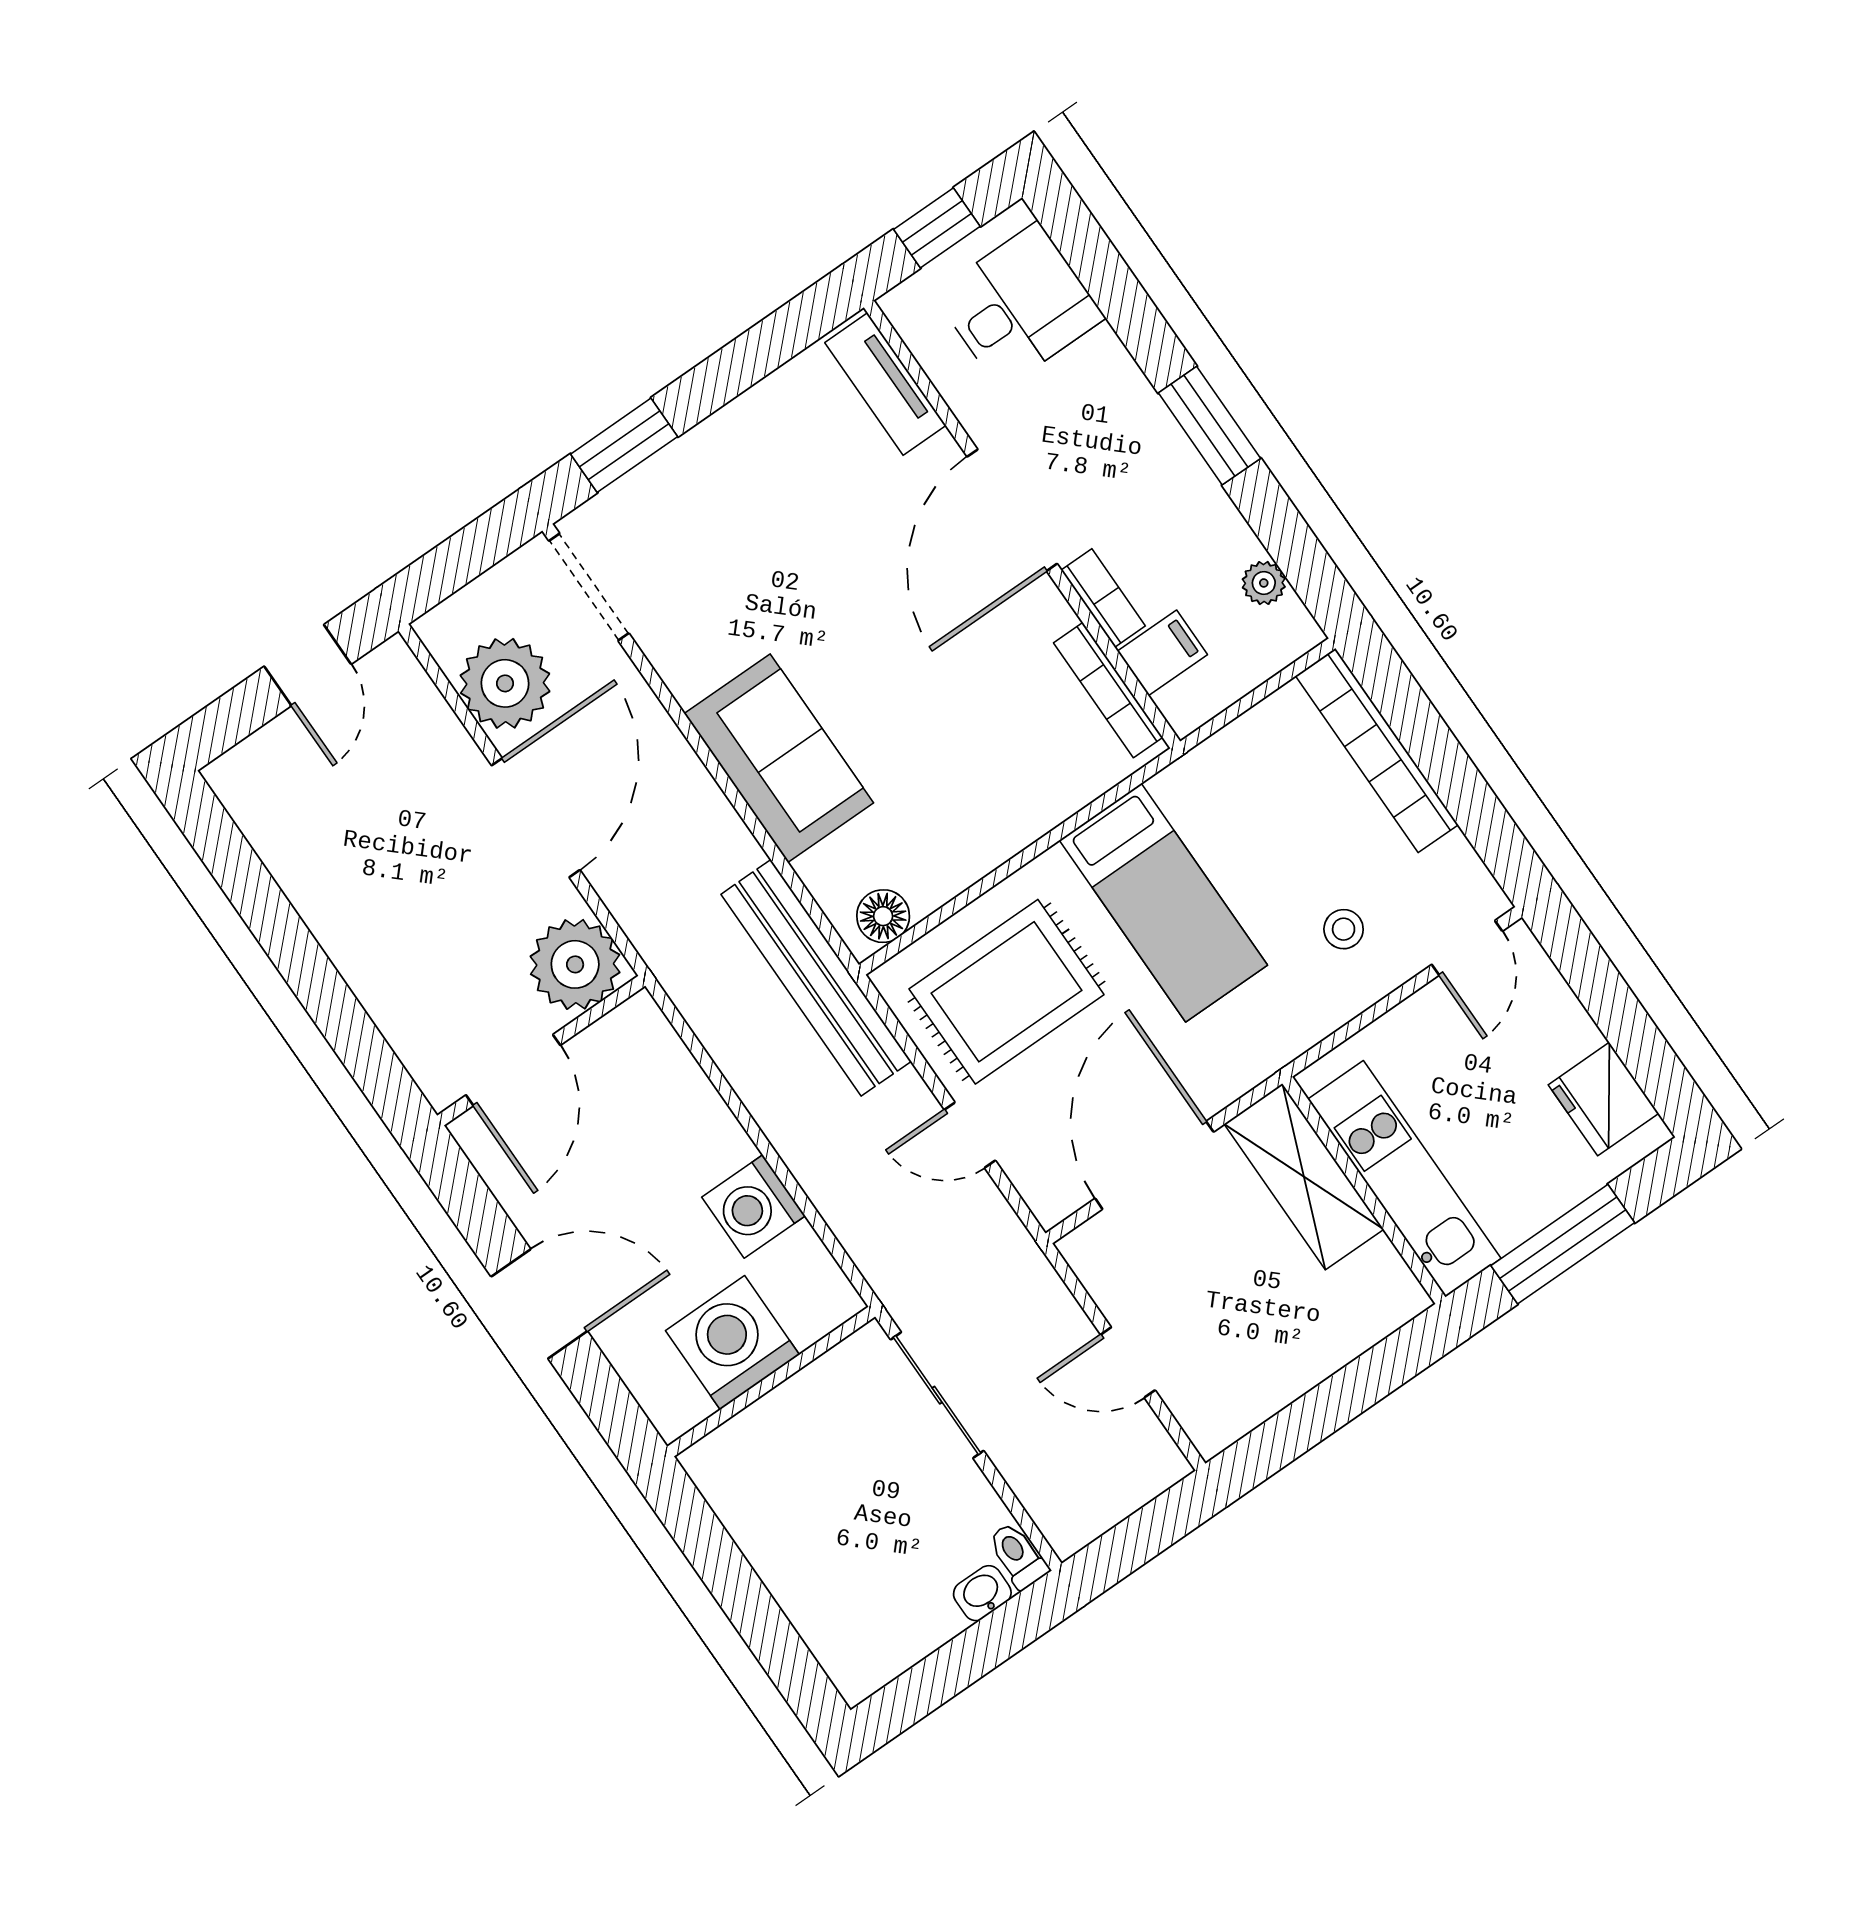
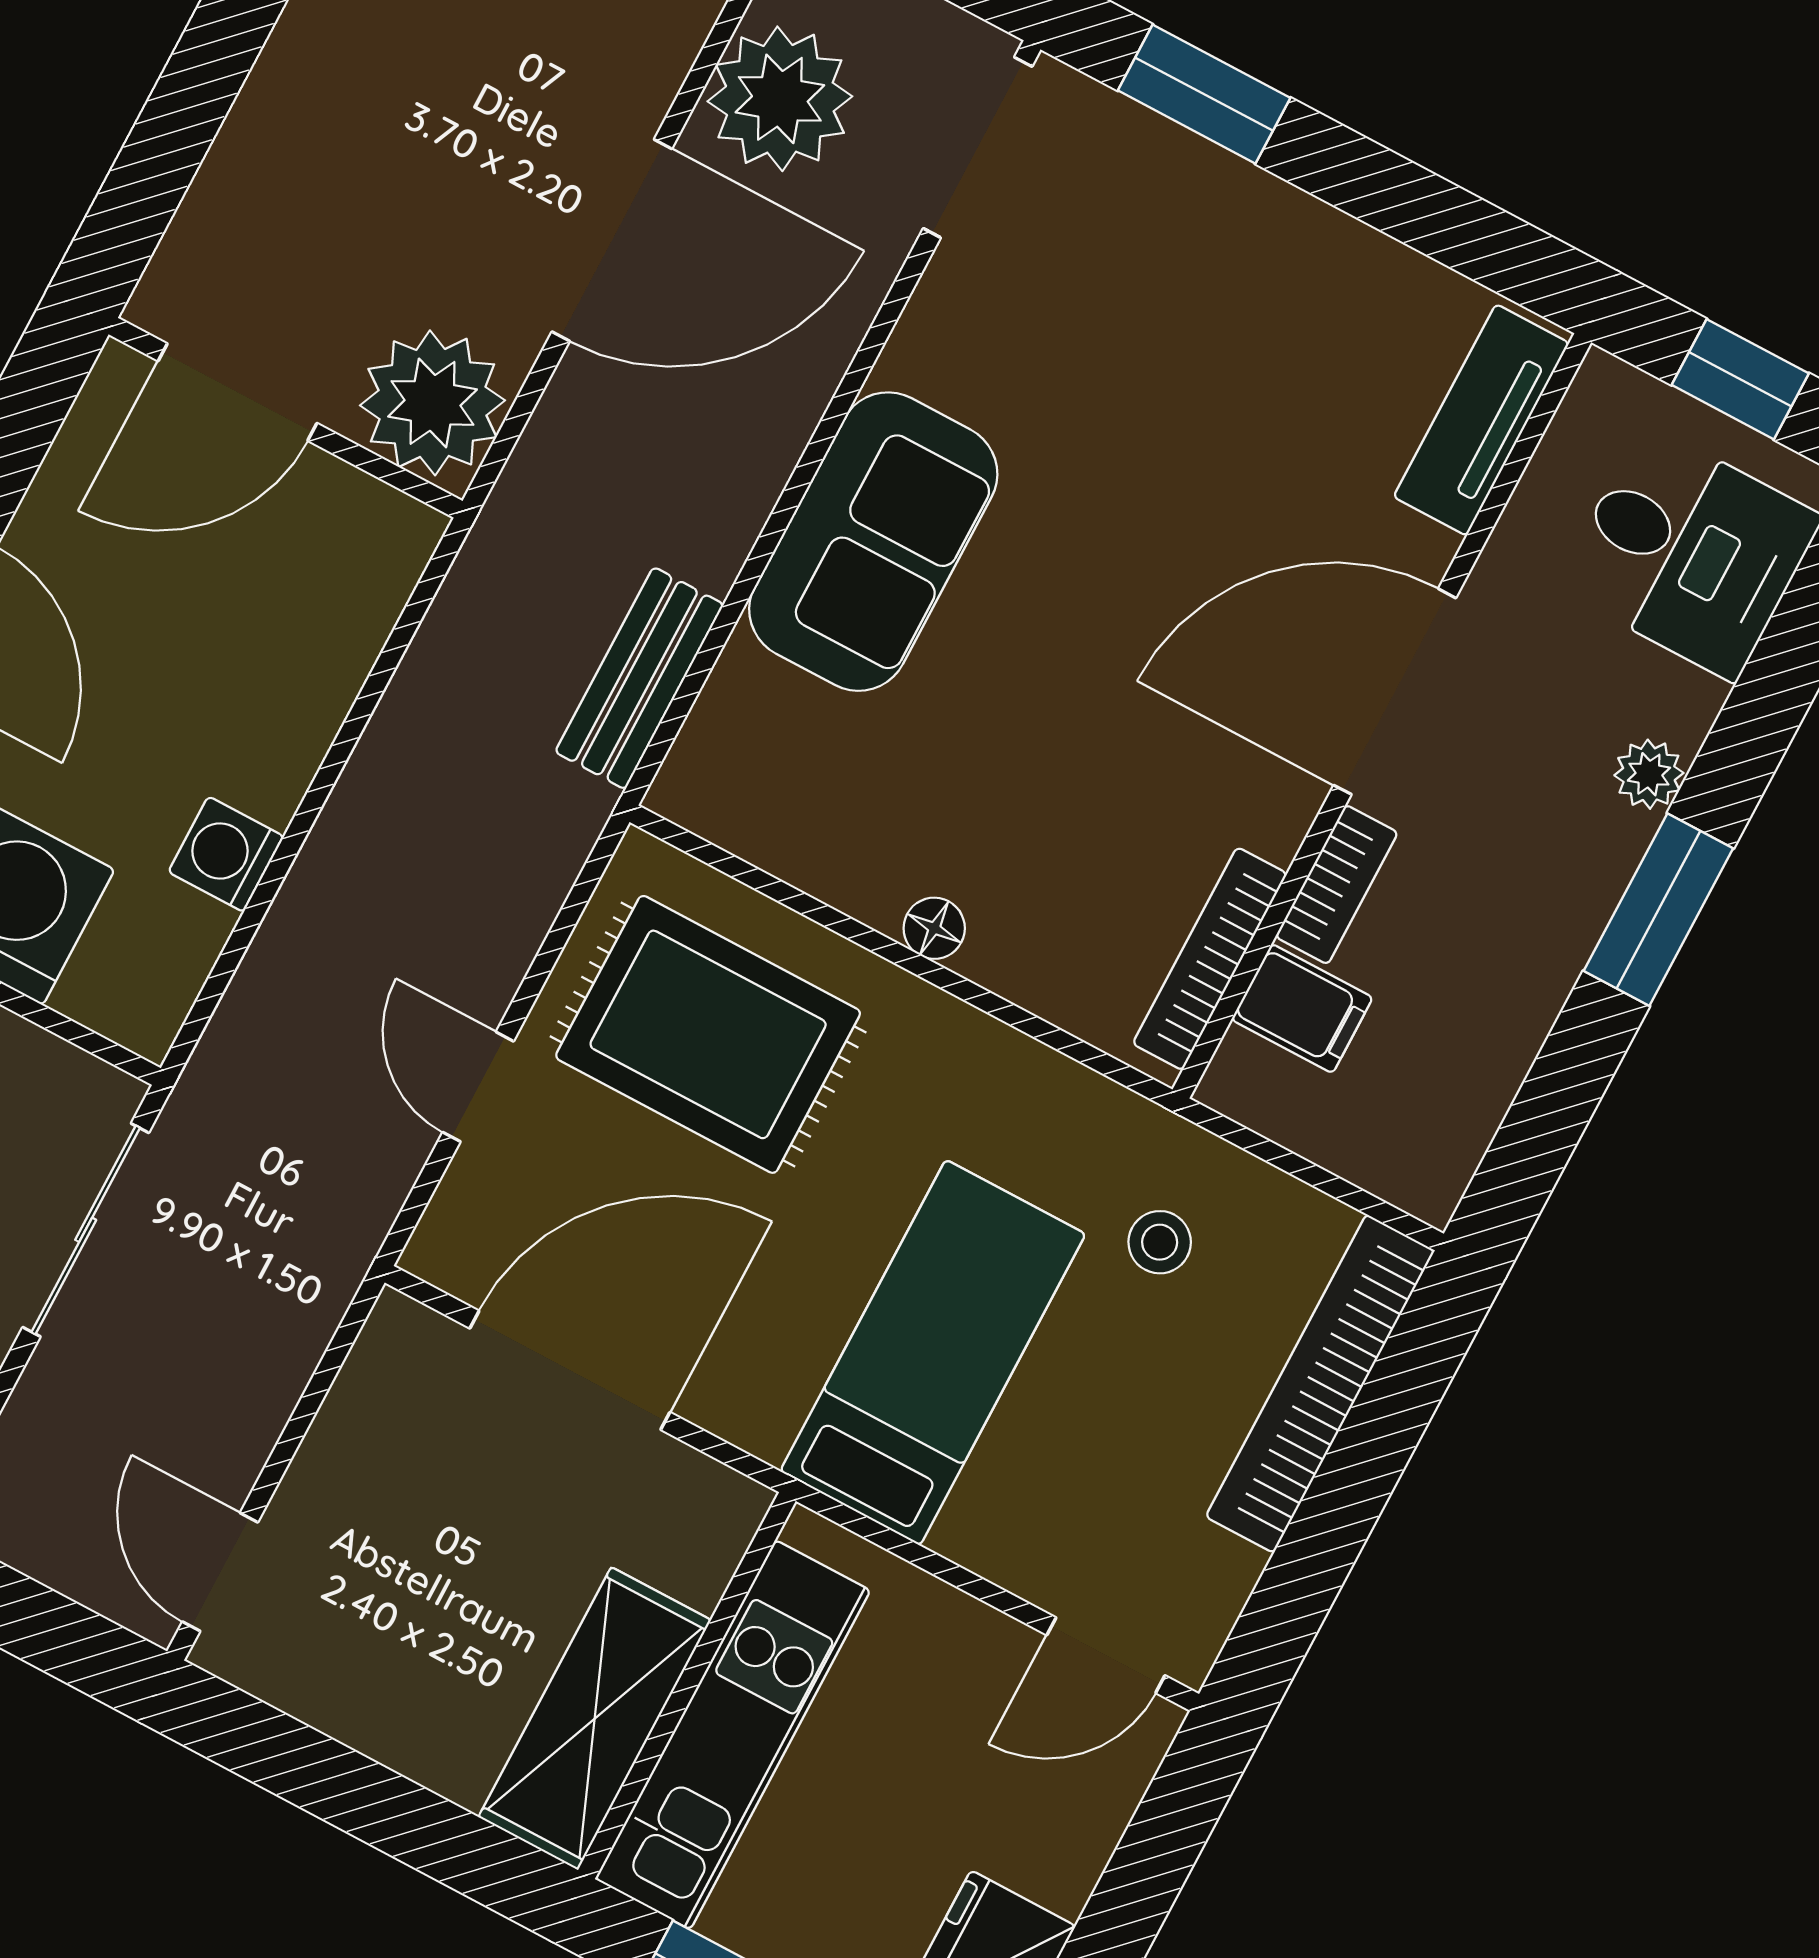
plant: (1264, 583) -> (1649, 774), moved
bed: (1163, 903) -> (933, 1353), moved, turned 180
floor lamp: (883, 916) -> (934, 928), moved, width x0.73, depth x0.73
stool: (1344, 929) -> (1160, 1242), moved
bench: (816, 978) -> (639, 678), width x0.54, depth x0.82
shelving: (1304, 1177) -> (595, 1719), moved
washing machine: (753, 1206) -> (226, 854), width x0.73, depth x0.73
door: (1128, 1362) -> (220, 1572), moved

